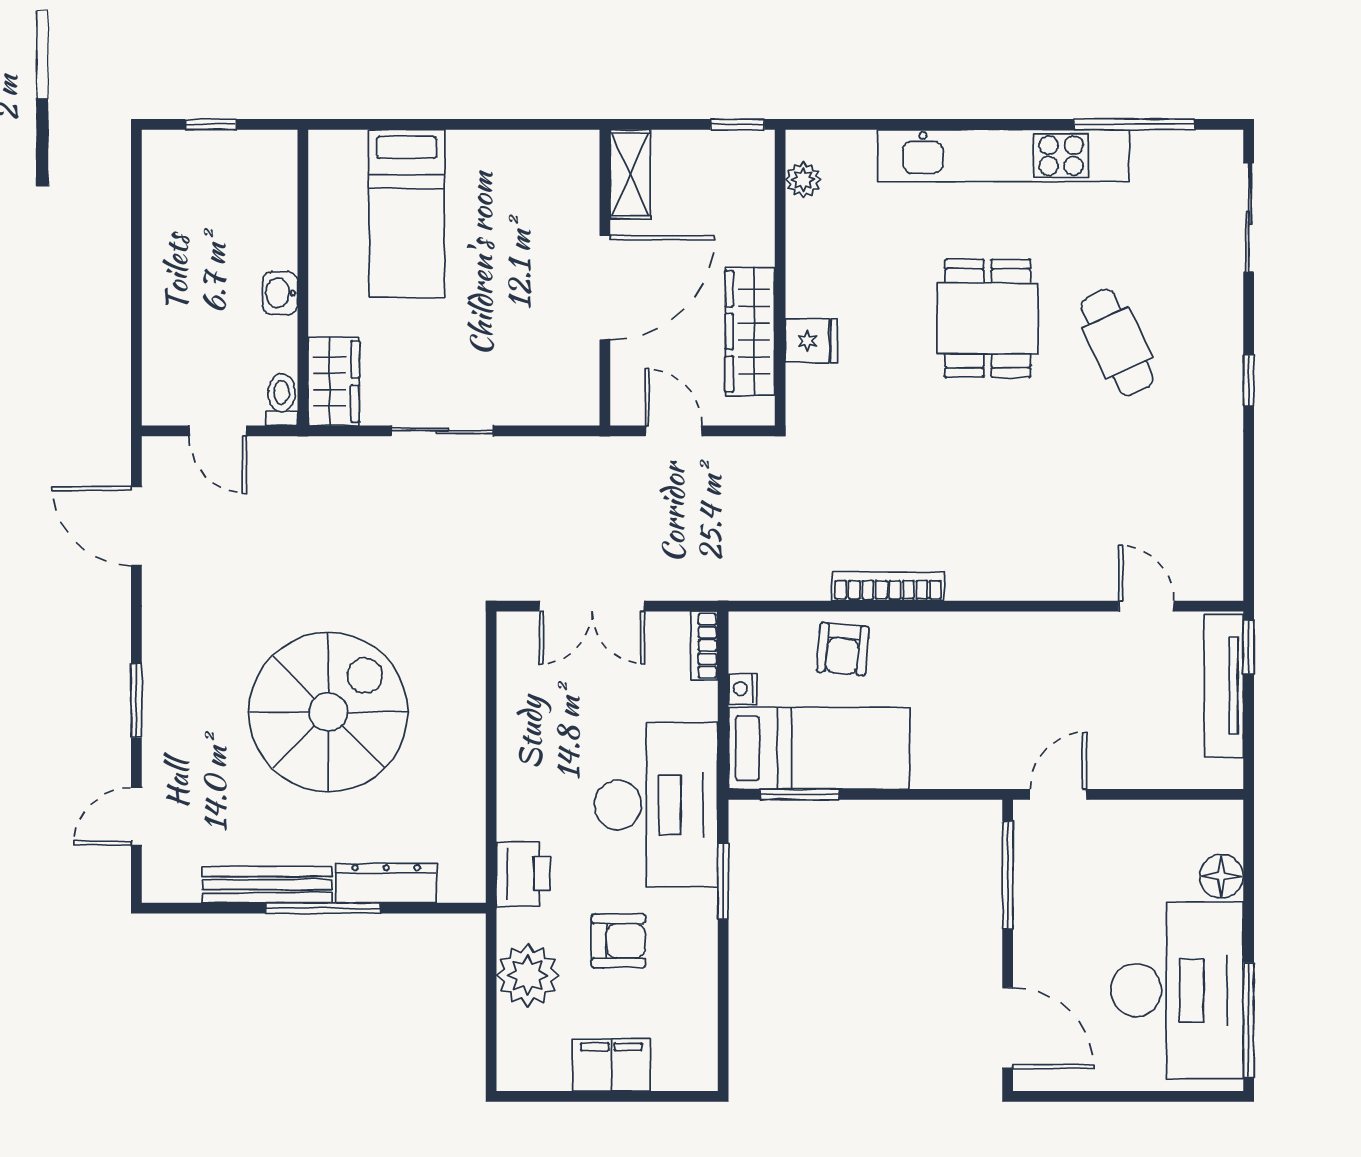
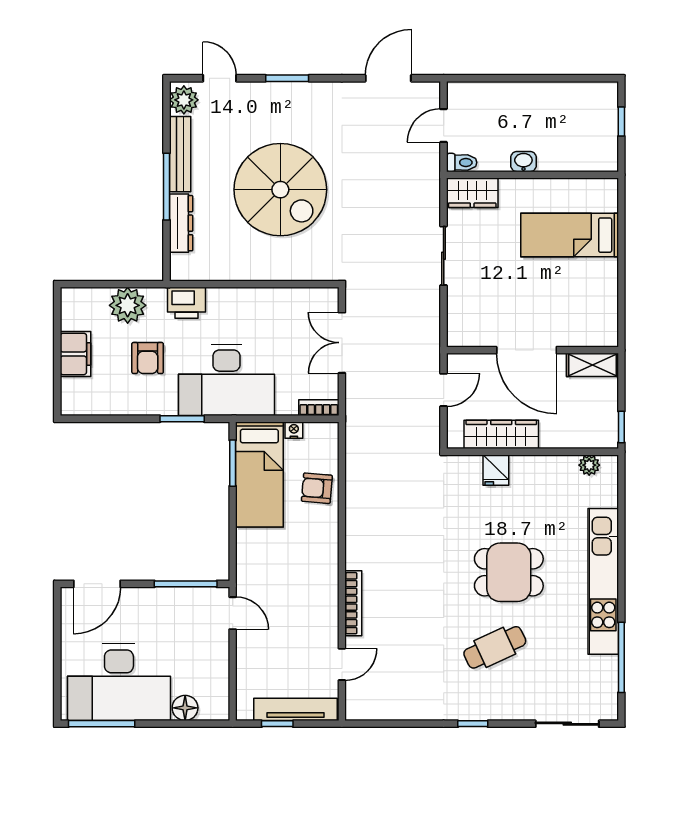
bookcase: (888, 586) -> (353, 603), moved
window: (1249, 647) -> (277, 724), moved
plant: (174, 878) -> (184, 100), added

